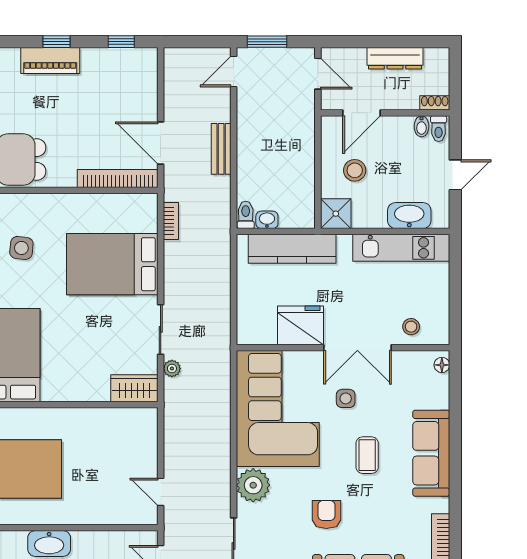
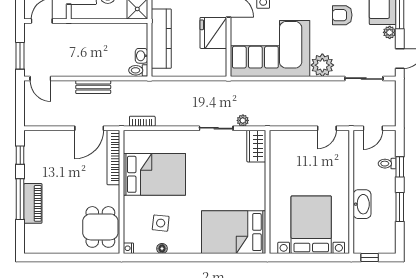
window: (56, 42) -> (20, 199), width x2.17
bed: (112, 264) -> (154, 174), moved, turned -90

